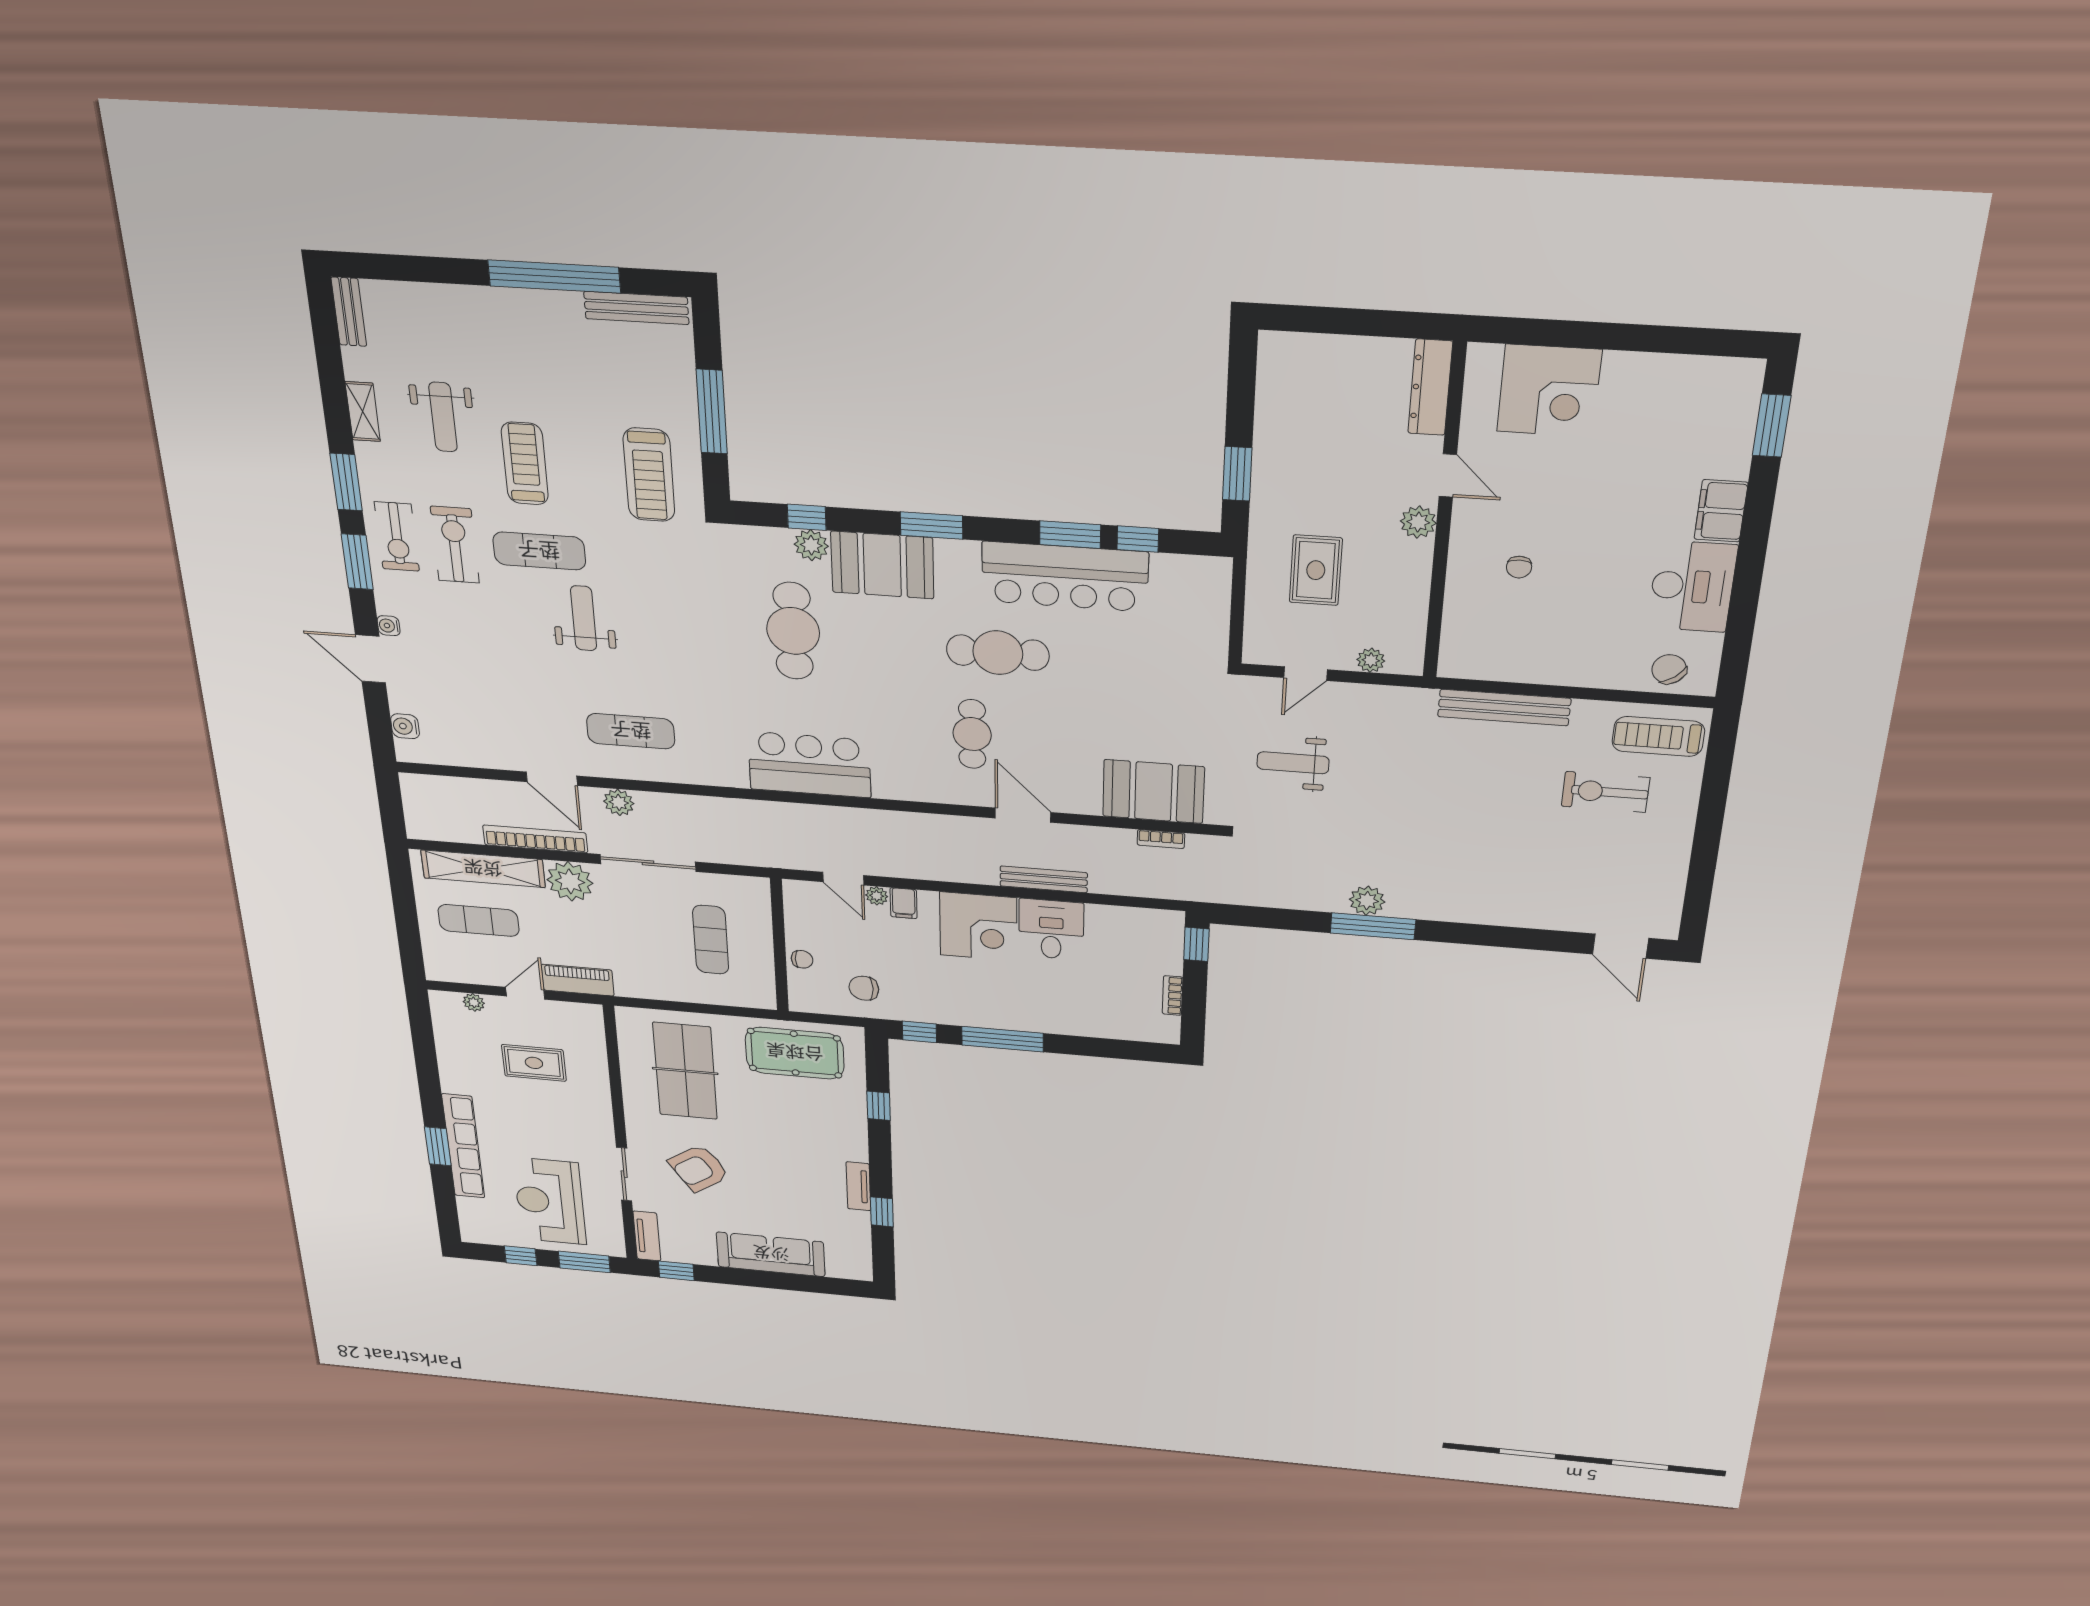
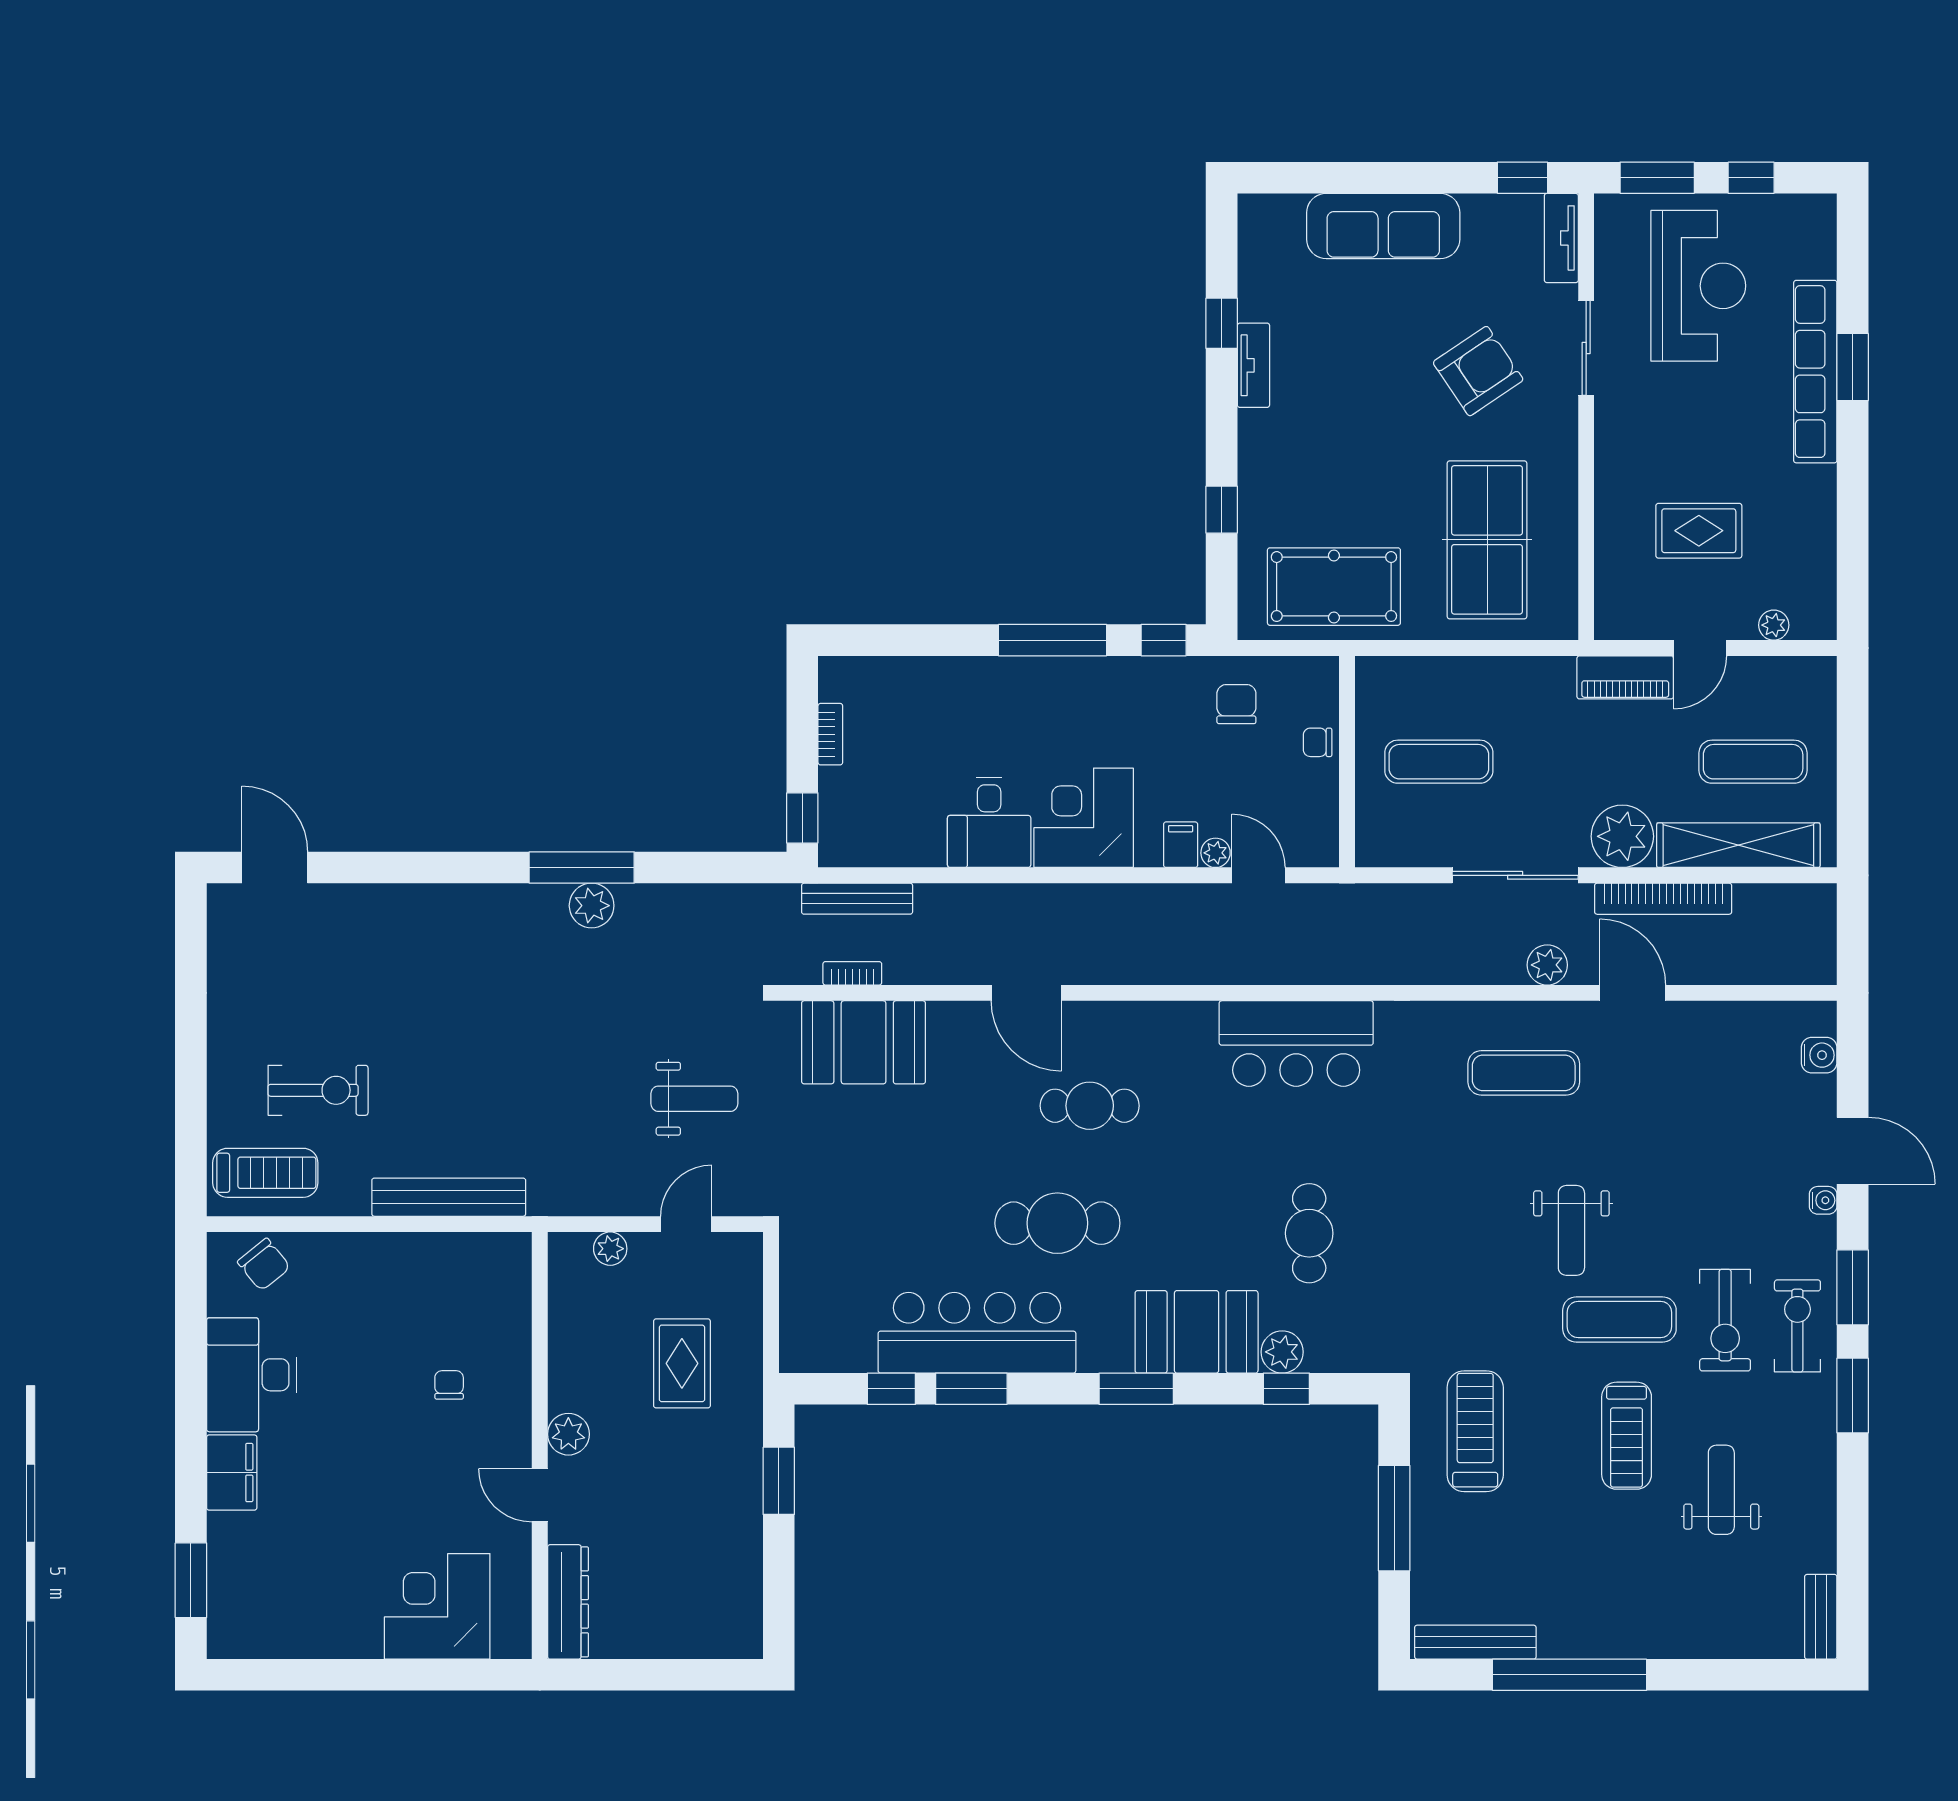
shelving: (363, 412) -> (1820, 1490), removed
cafe table: (793, 631) -> (1309, 1233), width x0.73, depth x0.74
cafe table: (972, 734) -> (1090, 1106), turned 90
bench: (1044, 879) -> (857, 899), moved
exercise mat: (711, 940) -> (1439, 762), turned 90
chair: (864, 988) -> (1236, 704), turned -90

